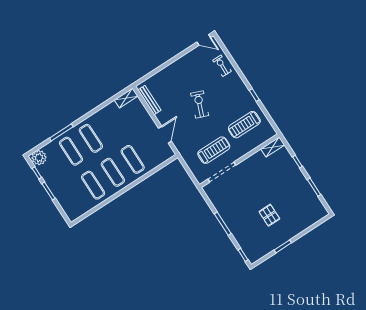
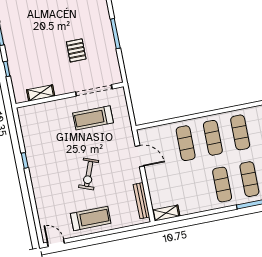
exercise bike: (222, 66) -> (47, 207), removed
treadmill: (244, 125) -> (91, 218), moved
door: (165, 135) -> (140, 156), swing flipped
shelving: (273, 147) -> (41, 93), moved
pallet: (269, 215) -> (76, 50), moved

